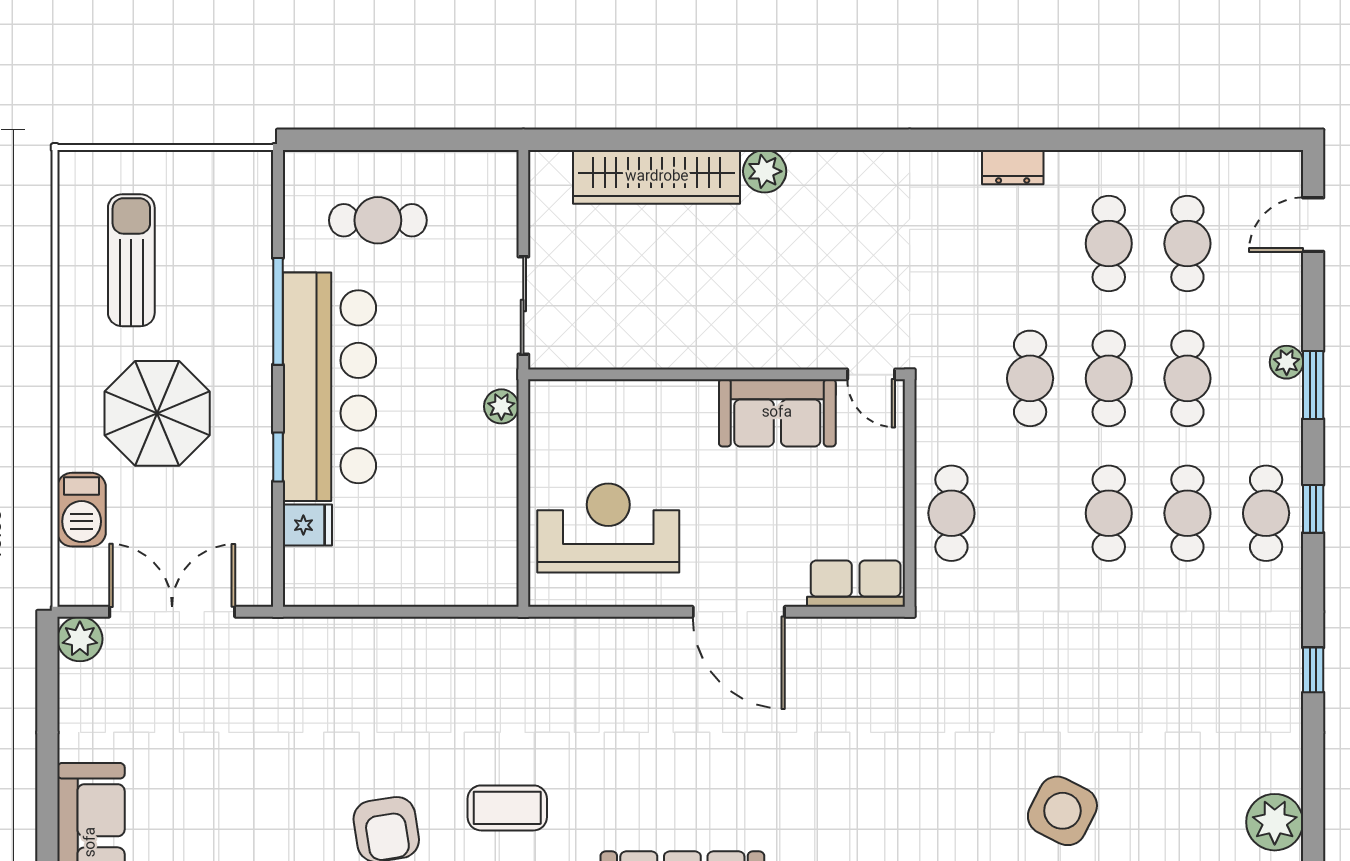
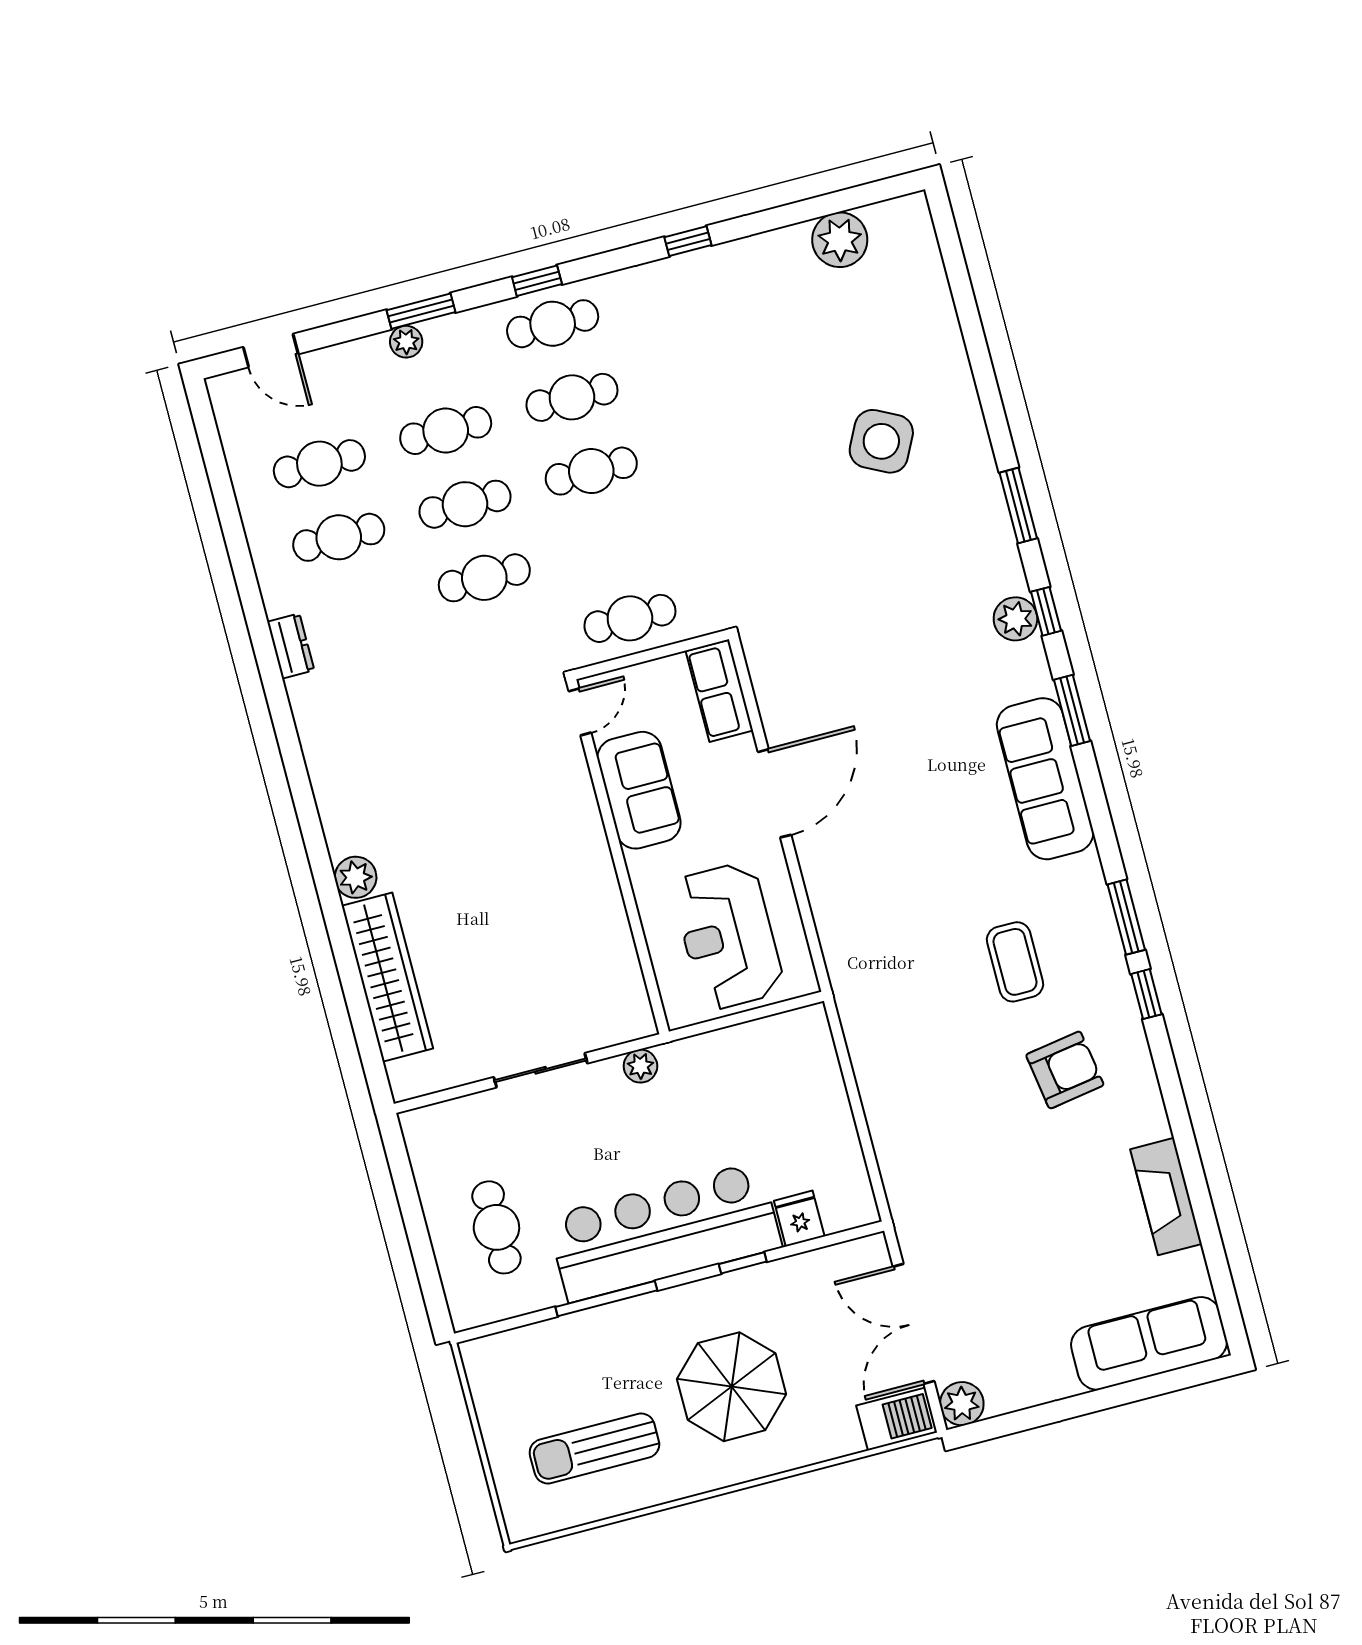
wall: (716, 374) -> (618, 857), moved
door: (871, 374) -> (580, 712), moved
sofa: (777, 413) -> (639, 790), moved
barbecue: (82, 510) -> (897, 1419), moved

